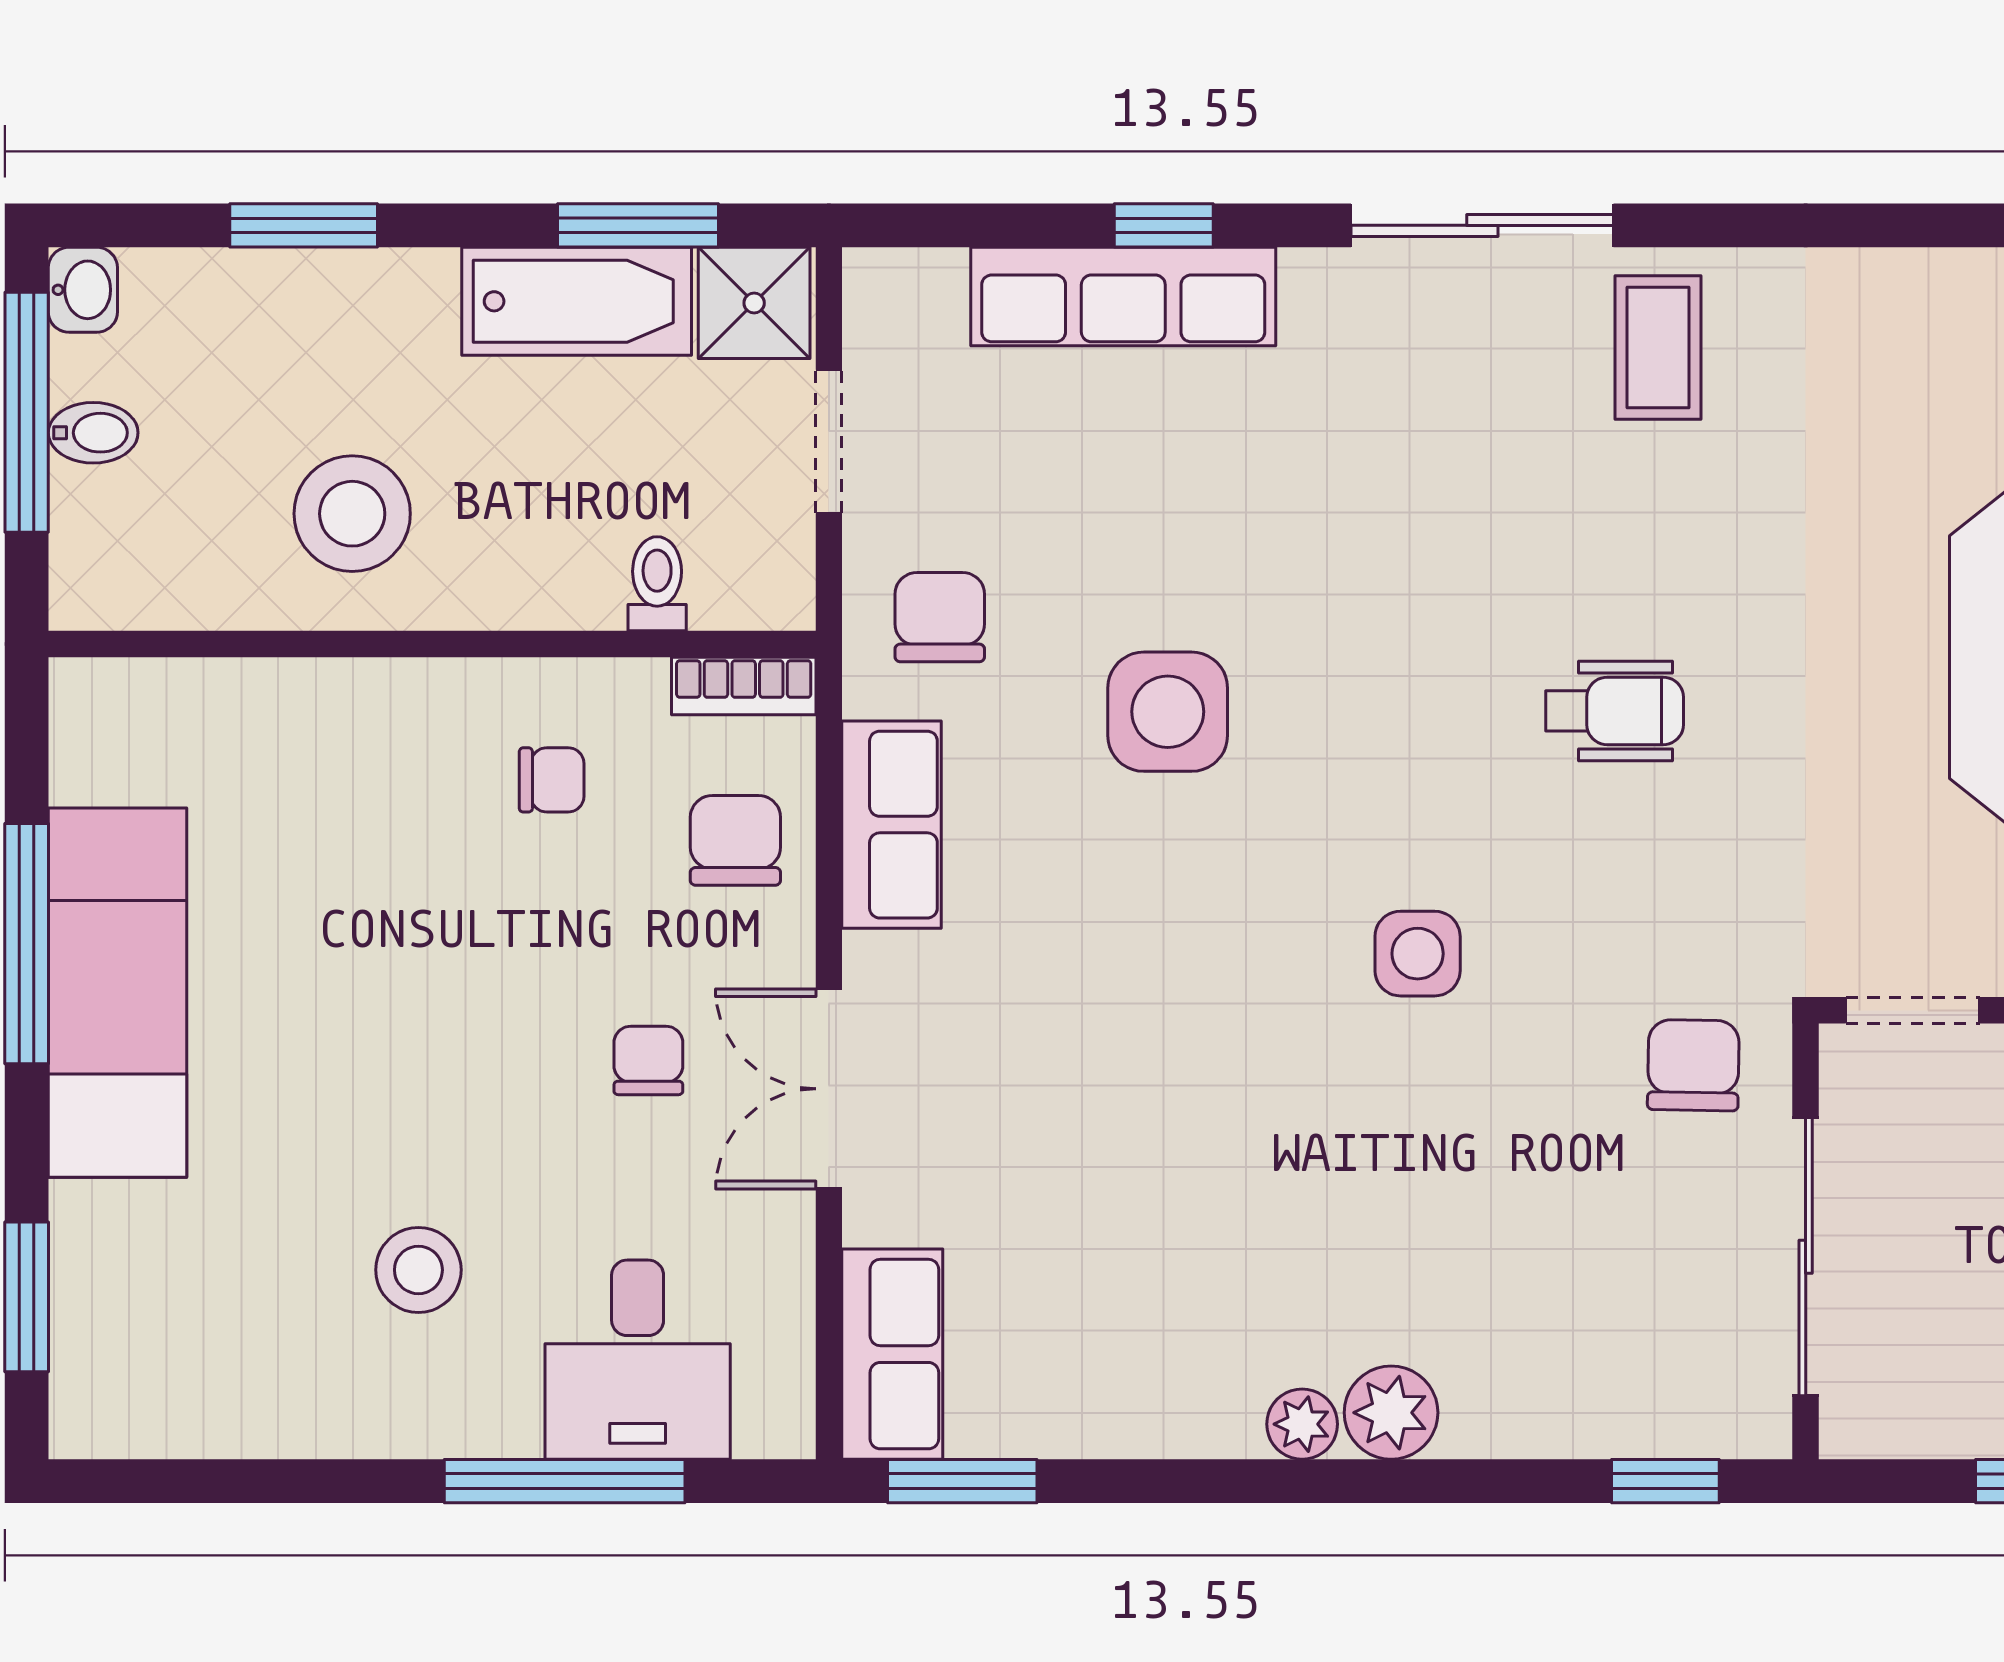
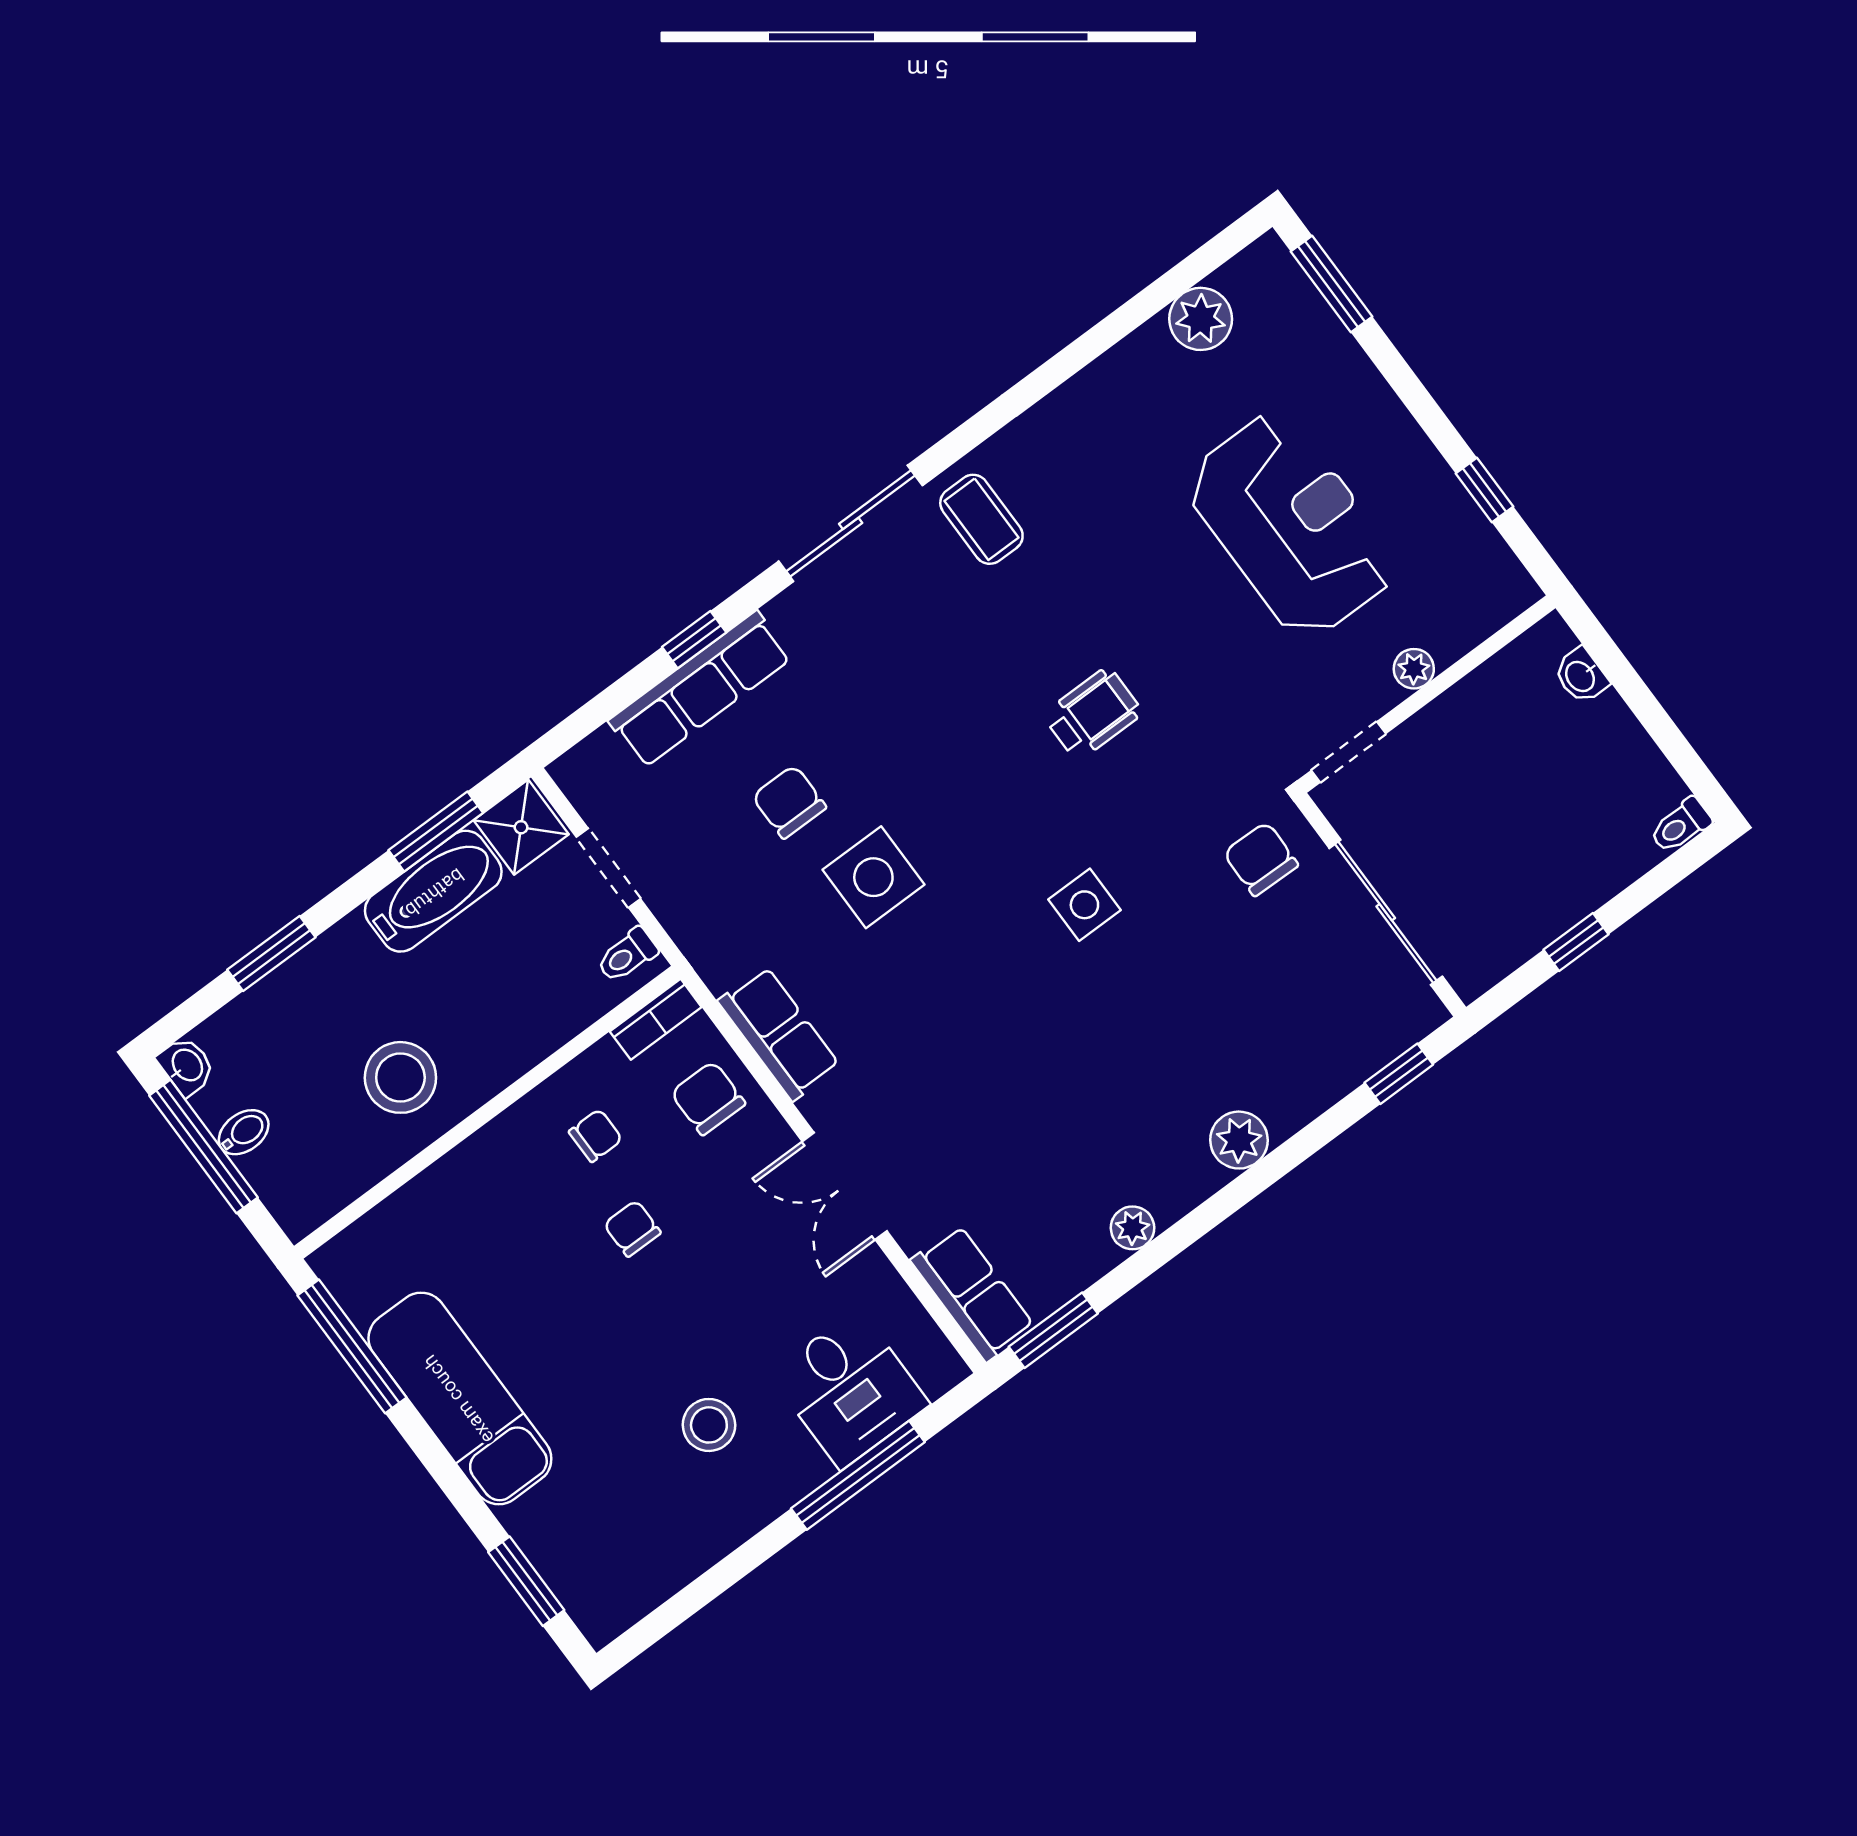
toilet: (657, 584) -> (627, 955), moved, turned -90
chair: (940, 617) -> (789, 802), moved
window: (27, 944) -> (352, 1346), moved
chair: (648, 1060) -> (632, 1228), moved
plant: (1302, 1424) -> (1133, 1228), moved

